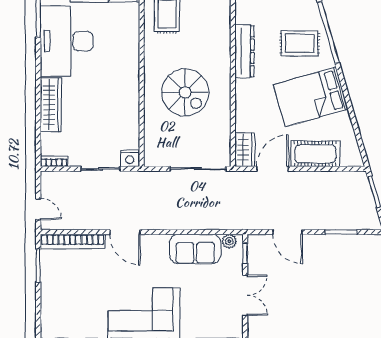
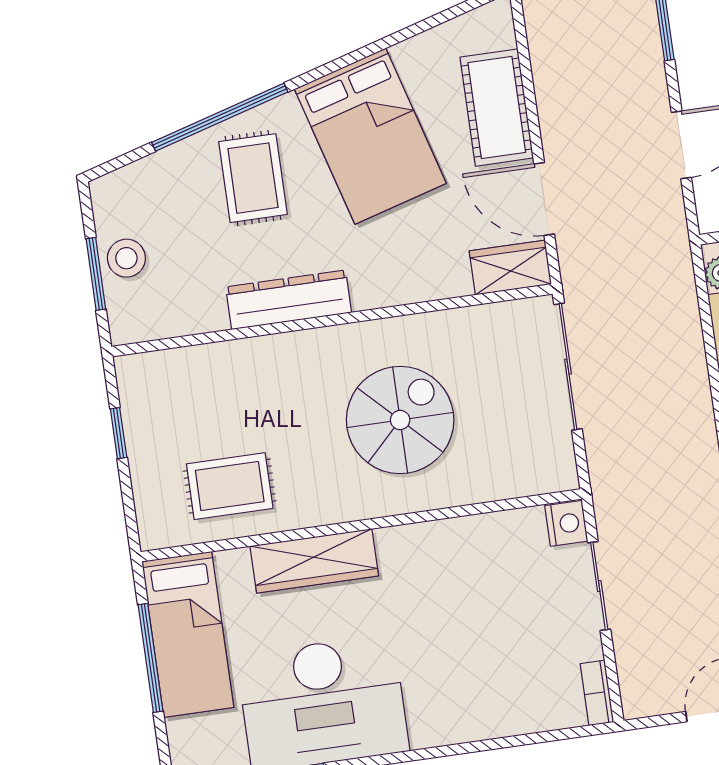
wardrobe: (51, 105) -> (314, 561), moved, turned 180

